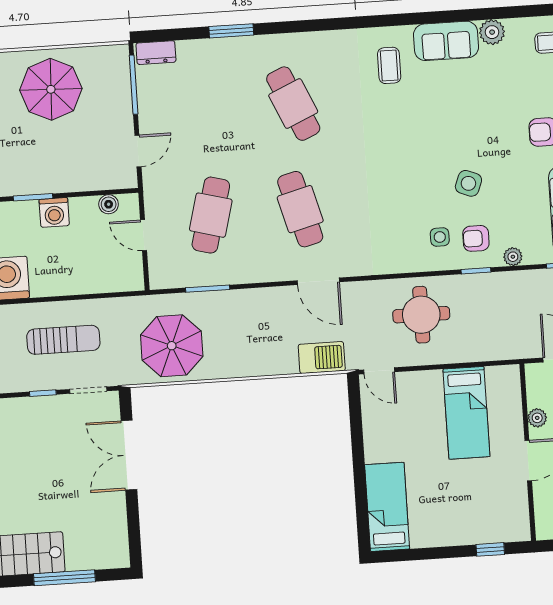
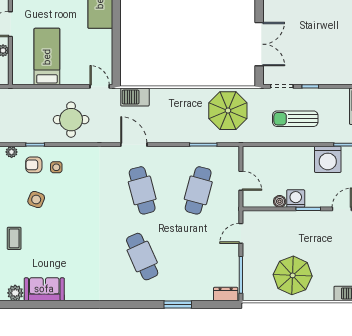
coffee table: (389, 65) -> (14, 238), moved
boiler: (109, 204) -> (280, 201), moved
armchair: (476, 238) -> (34, 165), turned 180

